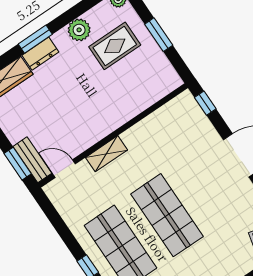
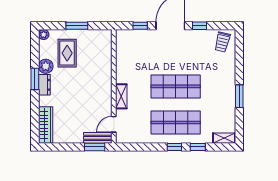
window: (35, 39) -> (35, 79), moved
dresser: (40, 54) -> (44, 85), moved
window: (205, 103) -> (140, 26), moved

